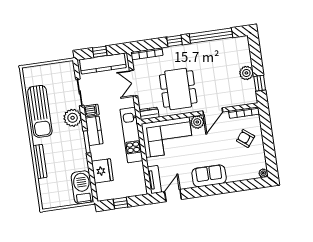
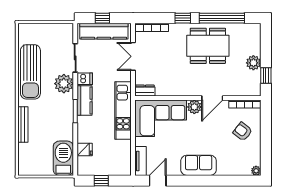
dining table: (178, 89) -> (208, 46), moved, turned 90
fridge: (102, 171) -> (85, 149), width x0.53, depth x0.75

